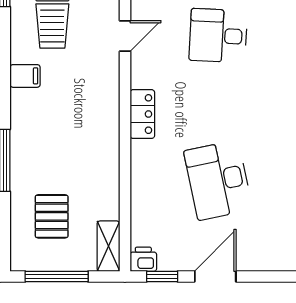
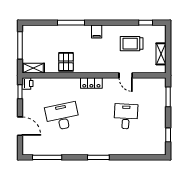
filing cabinet: (25, 76) -> (97, 32), moved
pallet: (52, 216) -> (66, 62), moved, turned 90
door: (215, 276) -> (20, 126), moved

